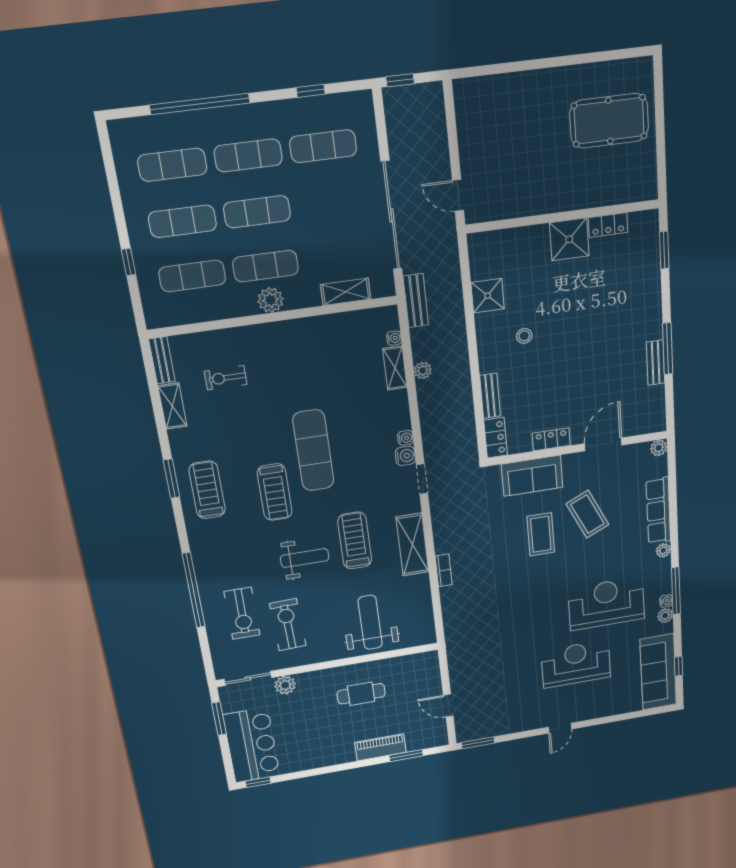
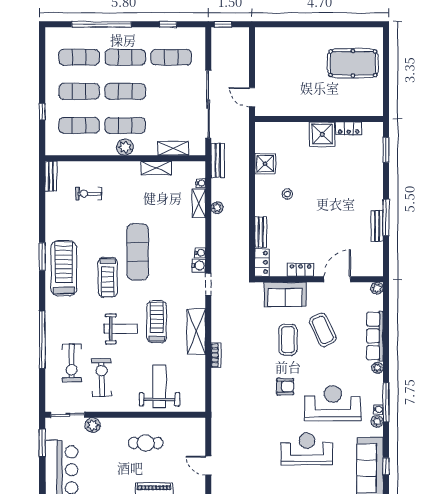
shelving: (172, 406) -> (156, 168), moved, turned 90
treadmill: (207, 490) -> (64, 268), width x1.37, depth x1.38
armchair: (542, 594) -> (285, 387), added

